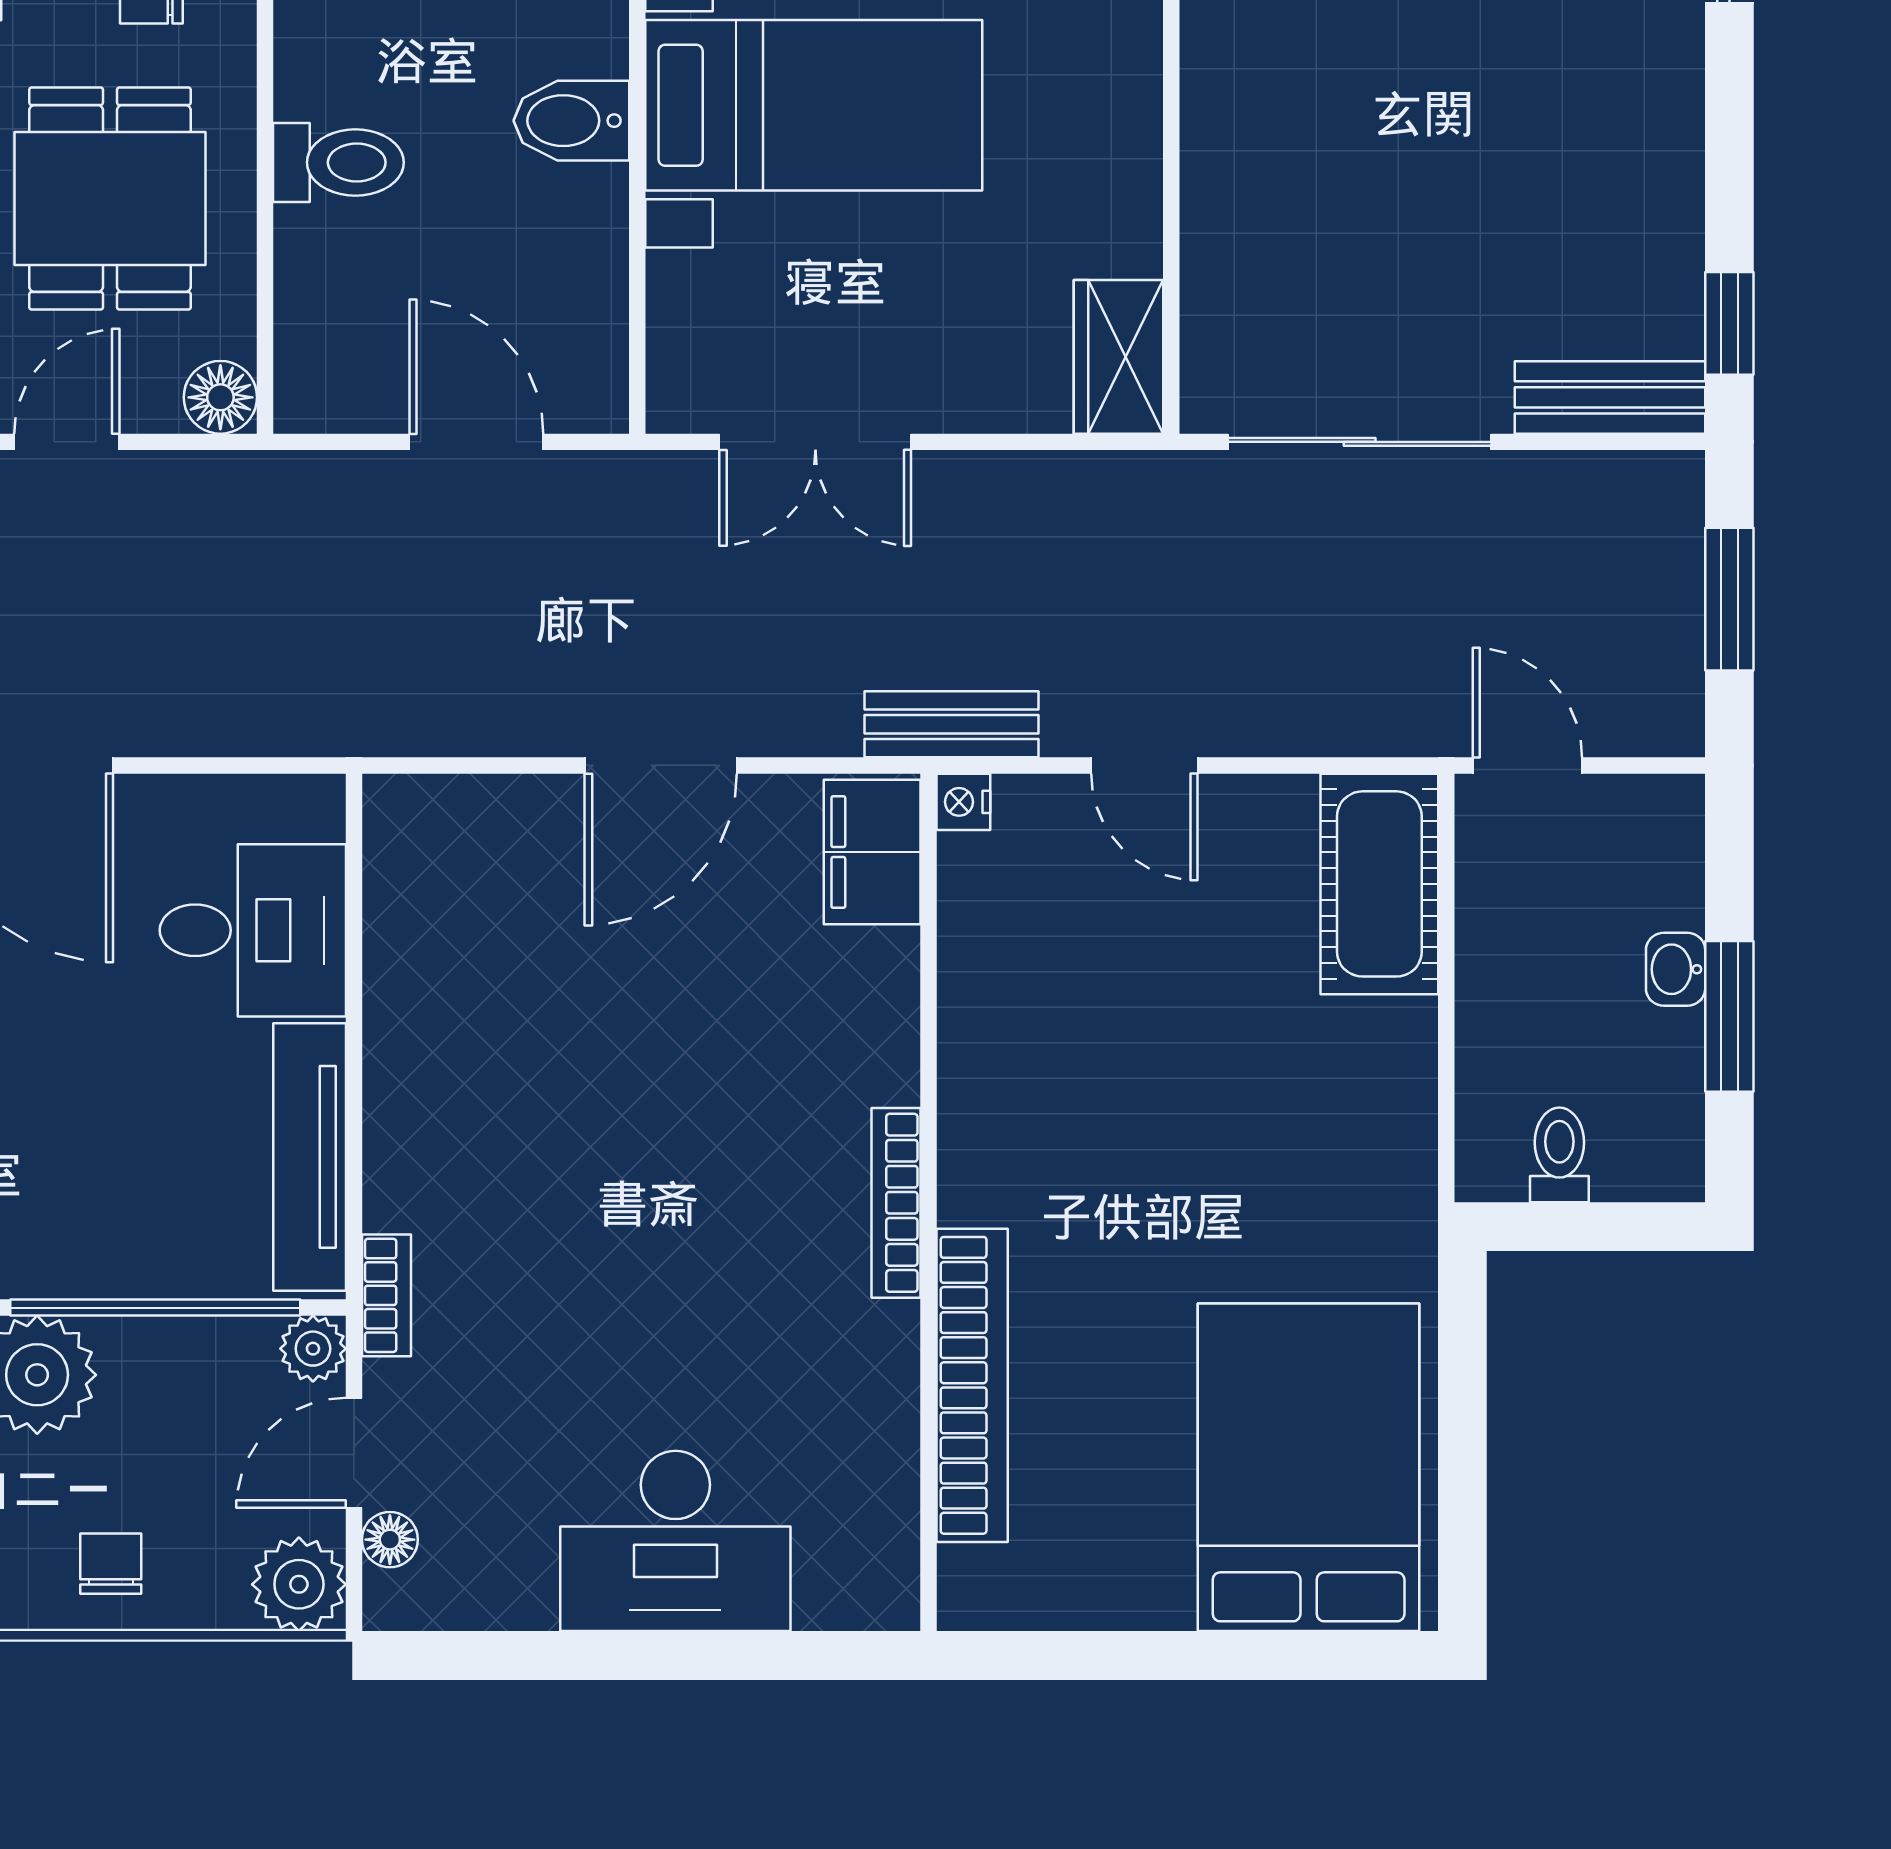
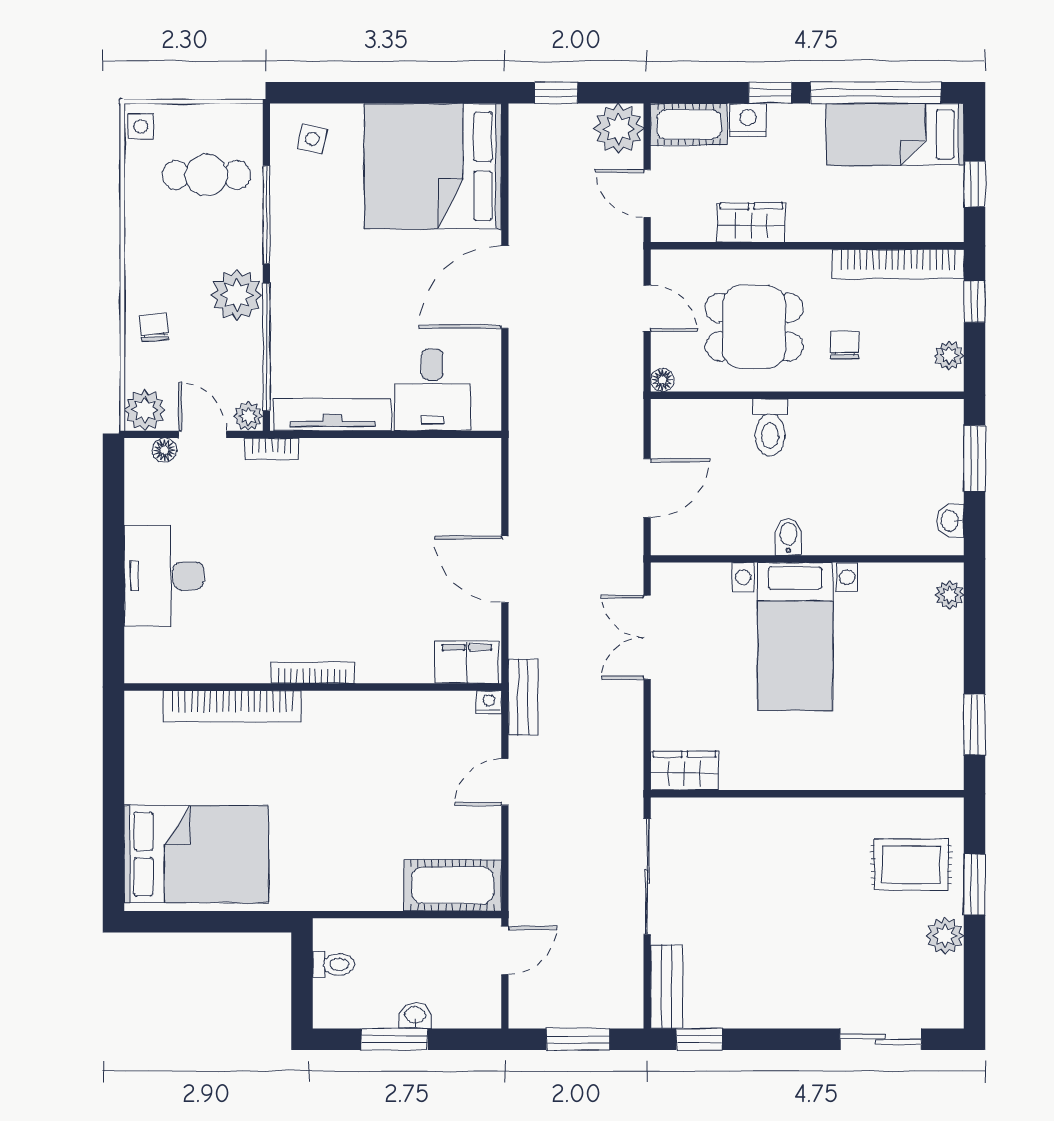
bidet: (571, 121) -> (788, 537), width x0.72, depth x0.74
floor lamp: (220, 397) -> (662, 380), width x0.73, depth x0.73
chair: (111, 1564) -> (154, 327), turned -95

